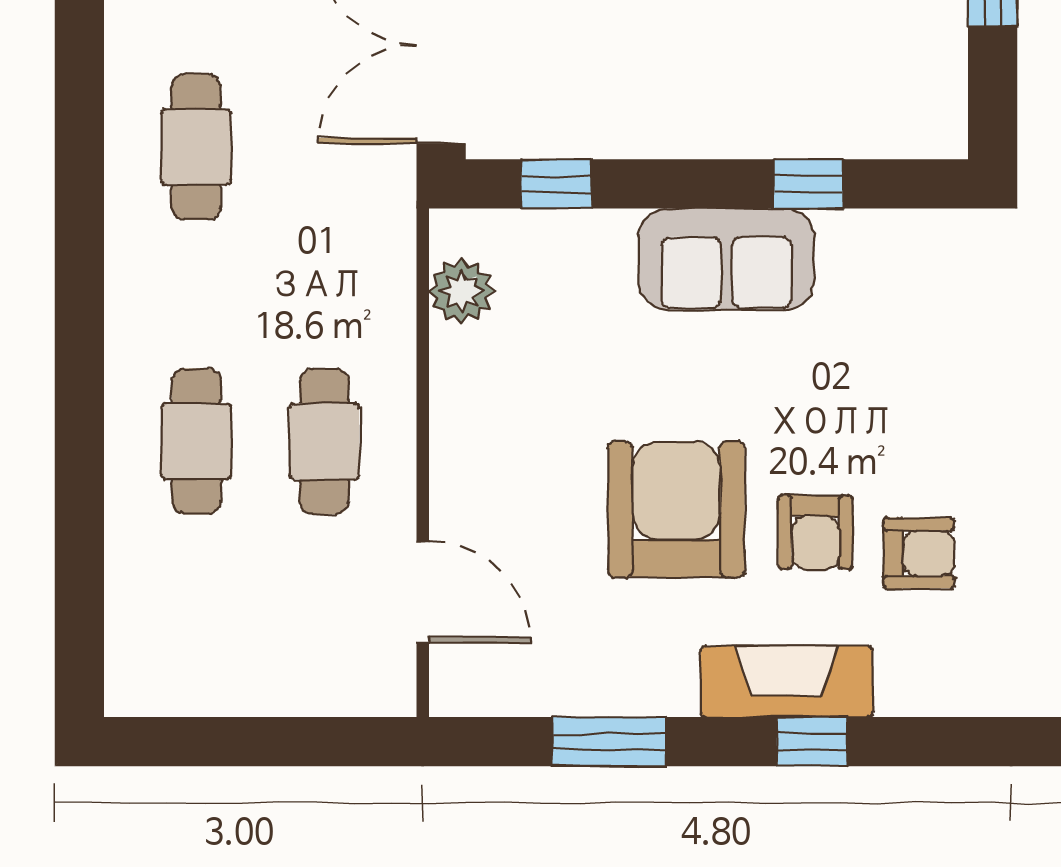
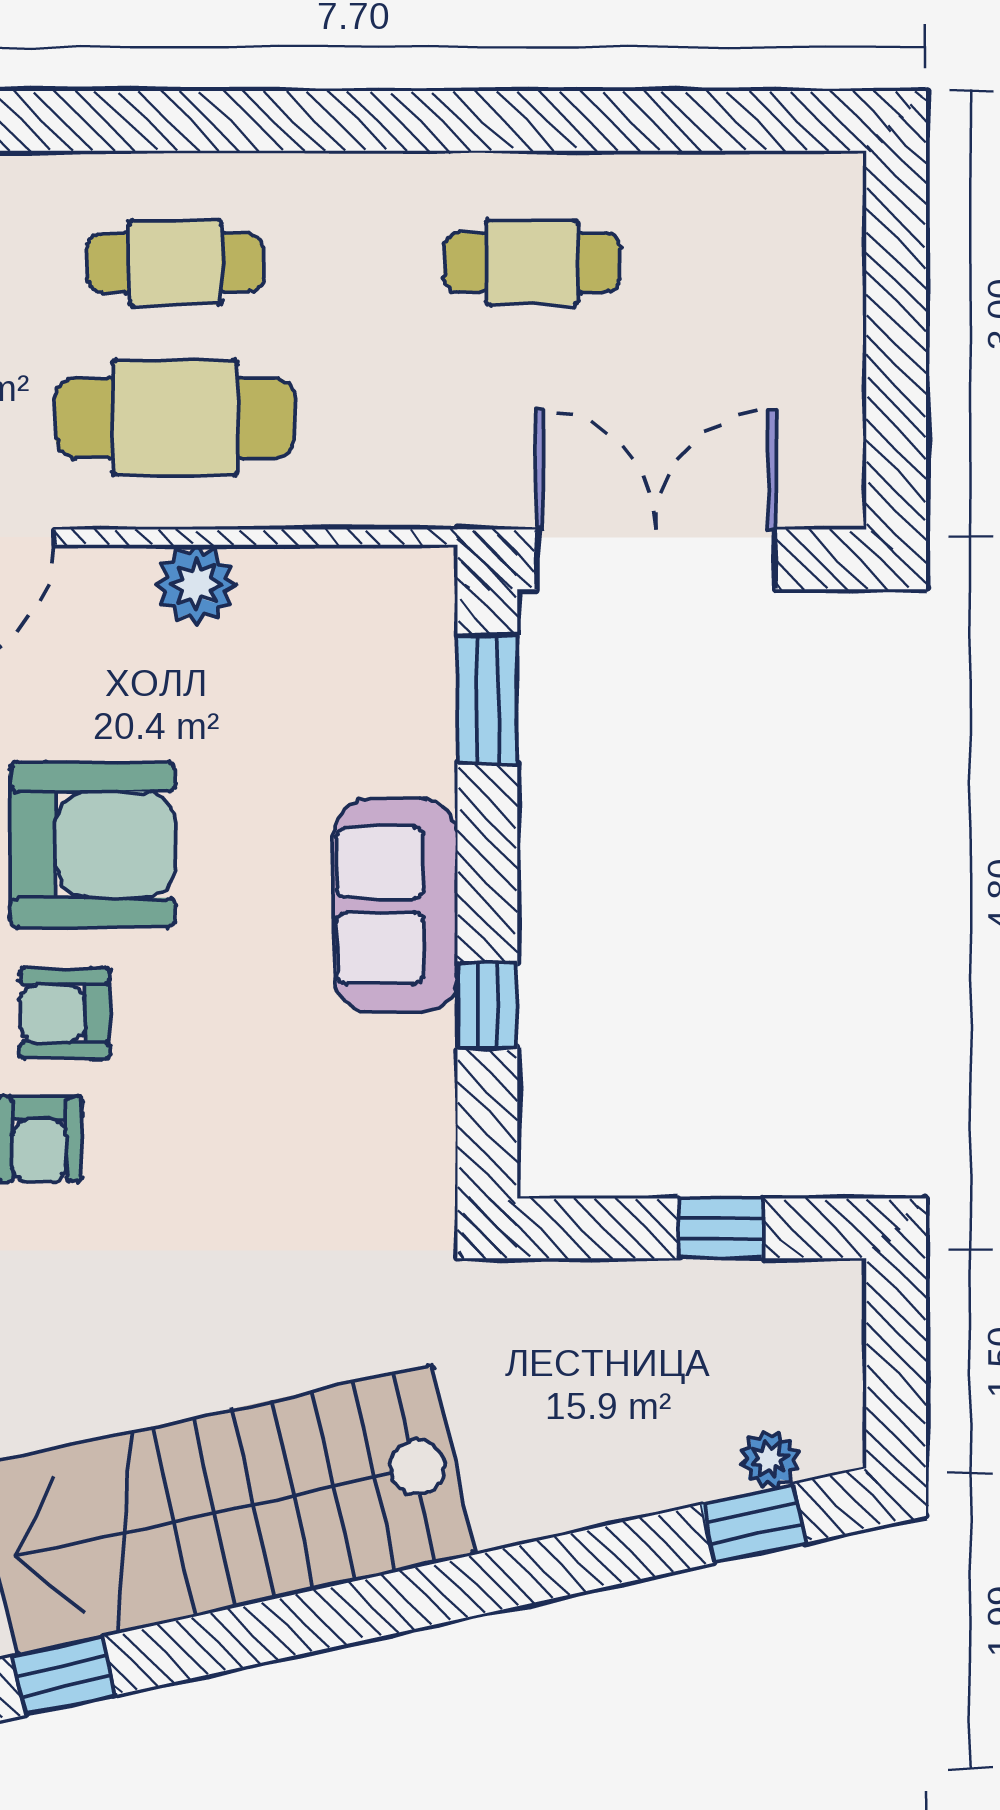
window: (556, 184) -> (487, 699), width x1.50
plant: (462, 291) -> (196, 584), moved
cafe table: (324, 441) -> (175, 418), width x1.37, depth x1.35

